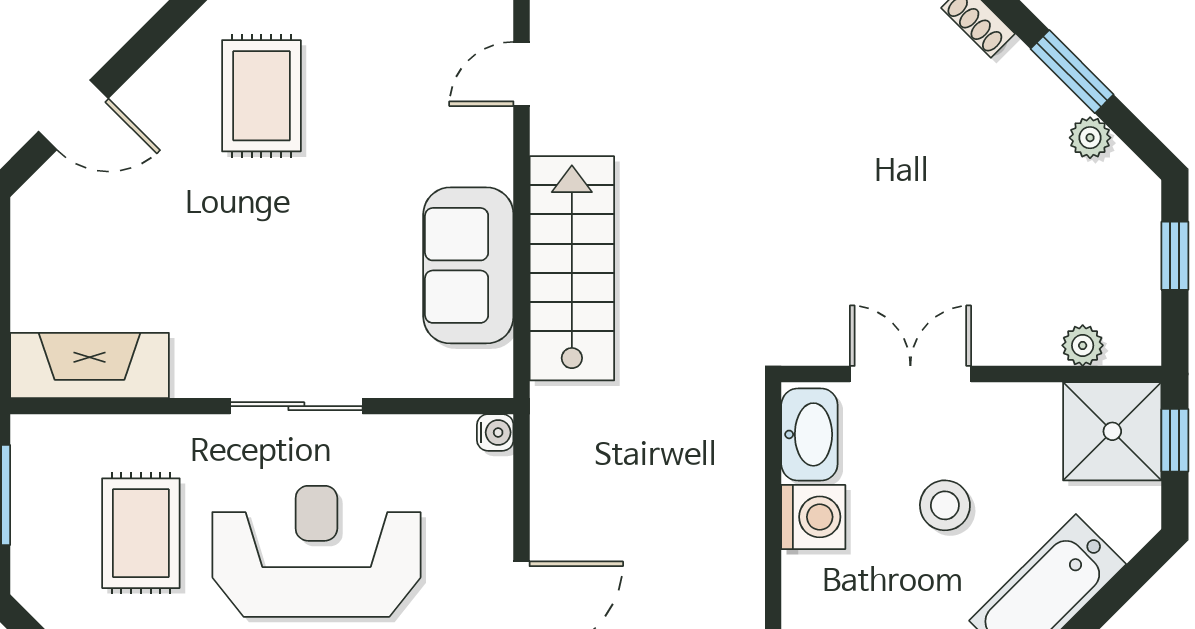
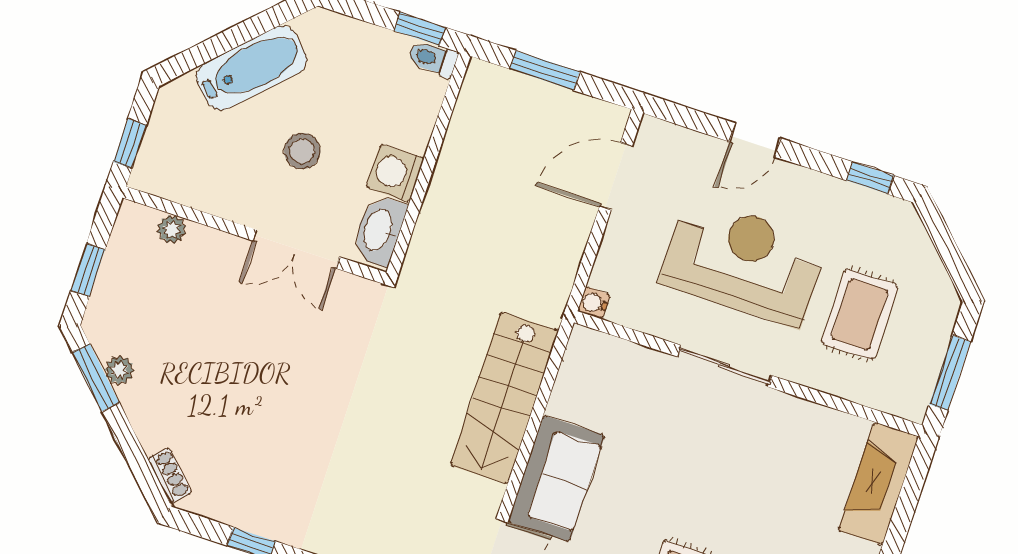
window: (1072, 72) -> (96, 377), moved
sofa: (468, 265) -> (556, 478), moved
fireplace: (89, 365) -> (878, 483), moved, turned 90
shower: (1112, 431) -> (171, 164), removed
reception desk: (316, 551) -> (743, 262), turned 180

